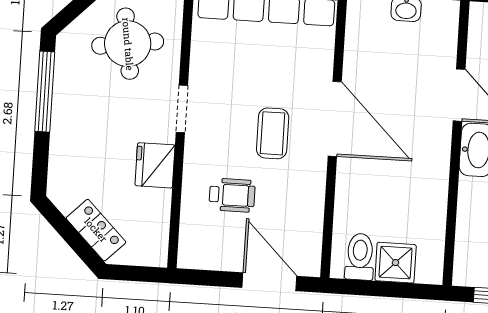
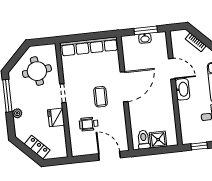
door: (335, 119) -> (124, 87), hinge flipped
plant: (61, 139) -> (17, 113), added
wheelchair: (232, 195) -> (89, 124), turned 180

